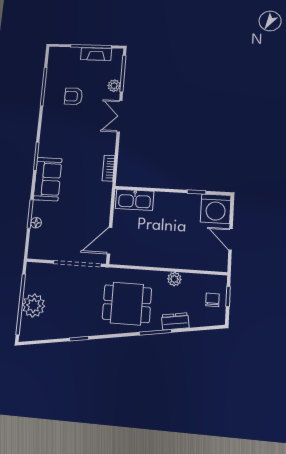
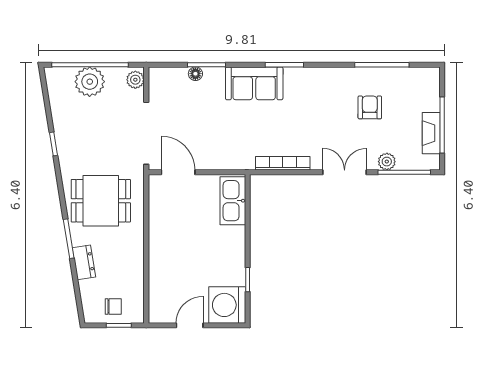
bookcase: (109, 168) -> (283, 163), width x1.56
plant: (174, 279) -> (135, 80), moved
dining table: (127, 304) -> (101, 201), turned 90

